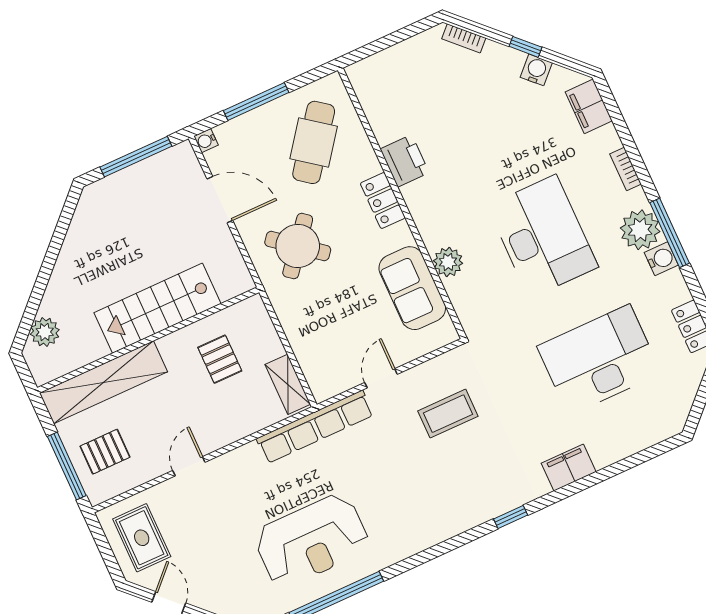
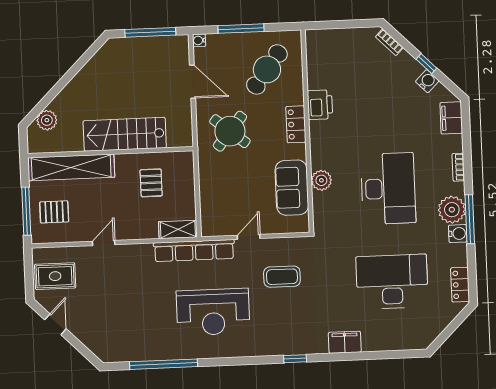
shelving: (288, 384) -> (178, 229), moved, turned 90
rug: (142, 538) -> (55, 276), turned 90
reception desk: (312, 540) -> (213, 312), moved

